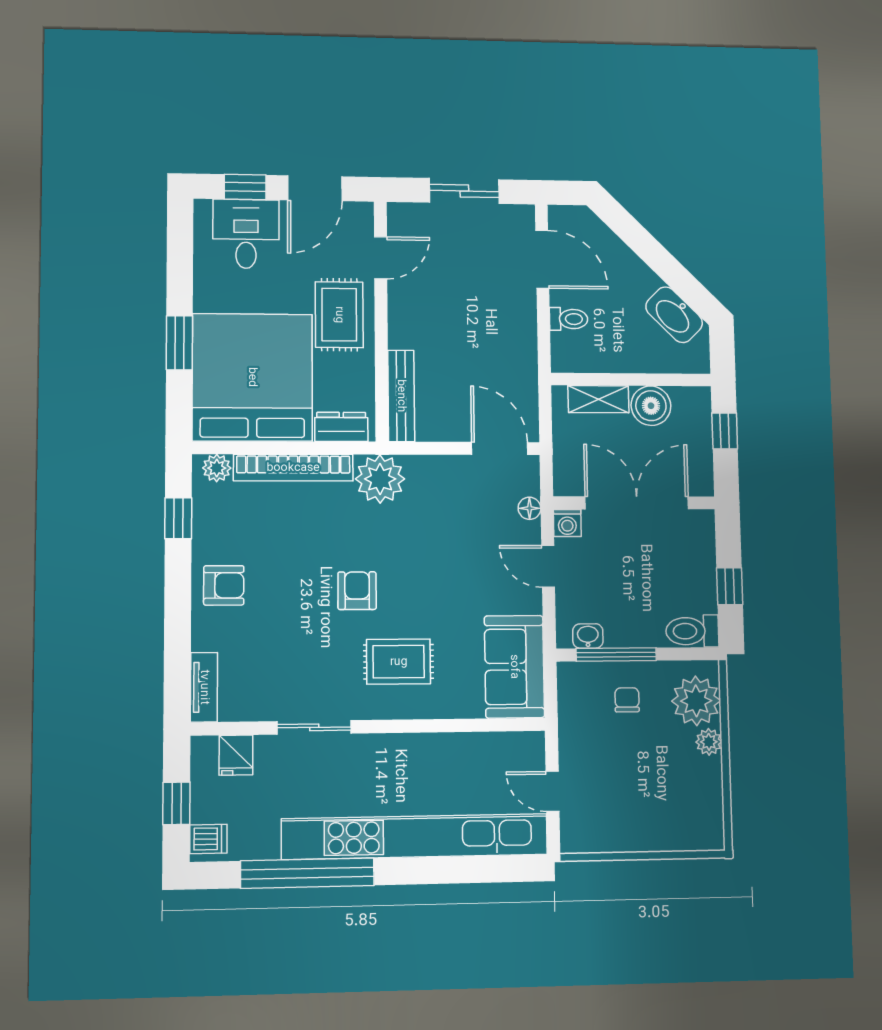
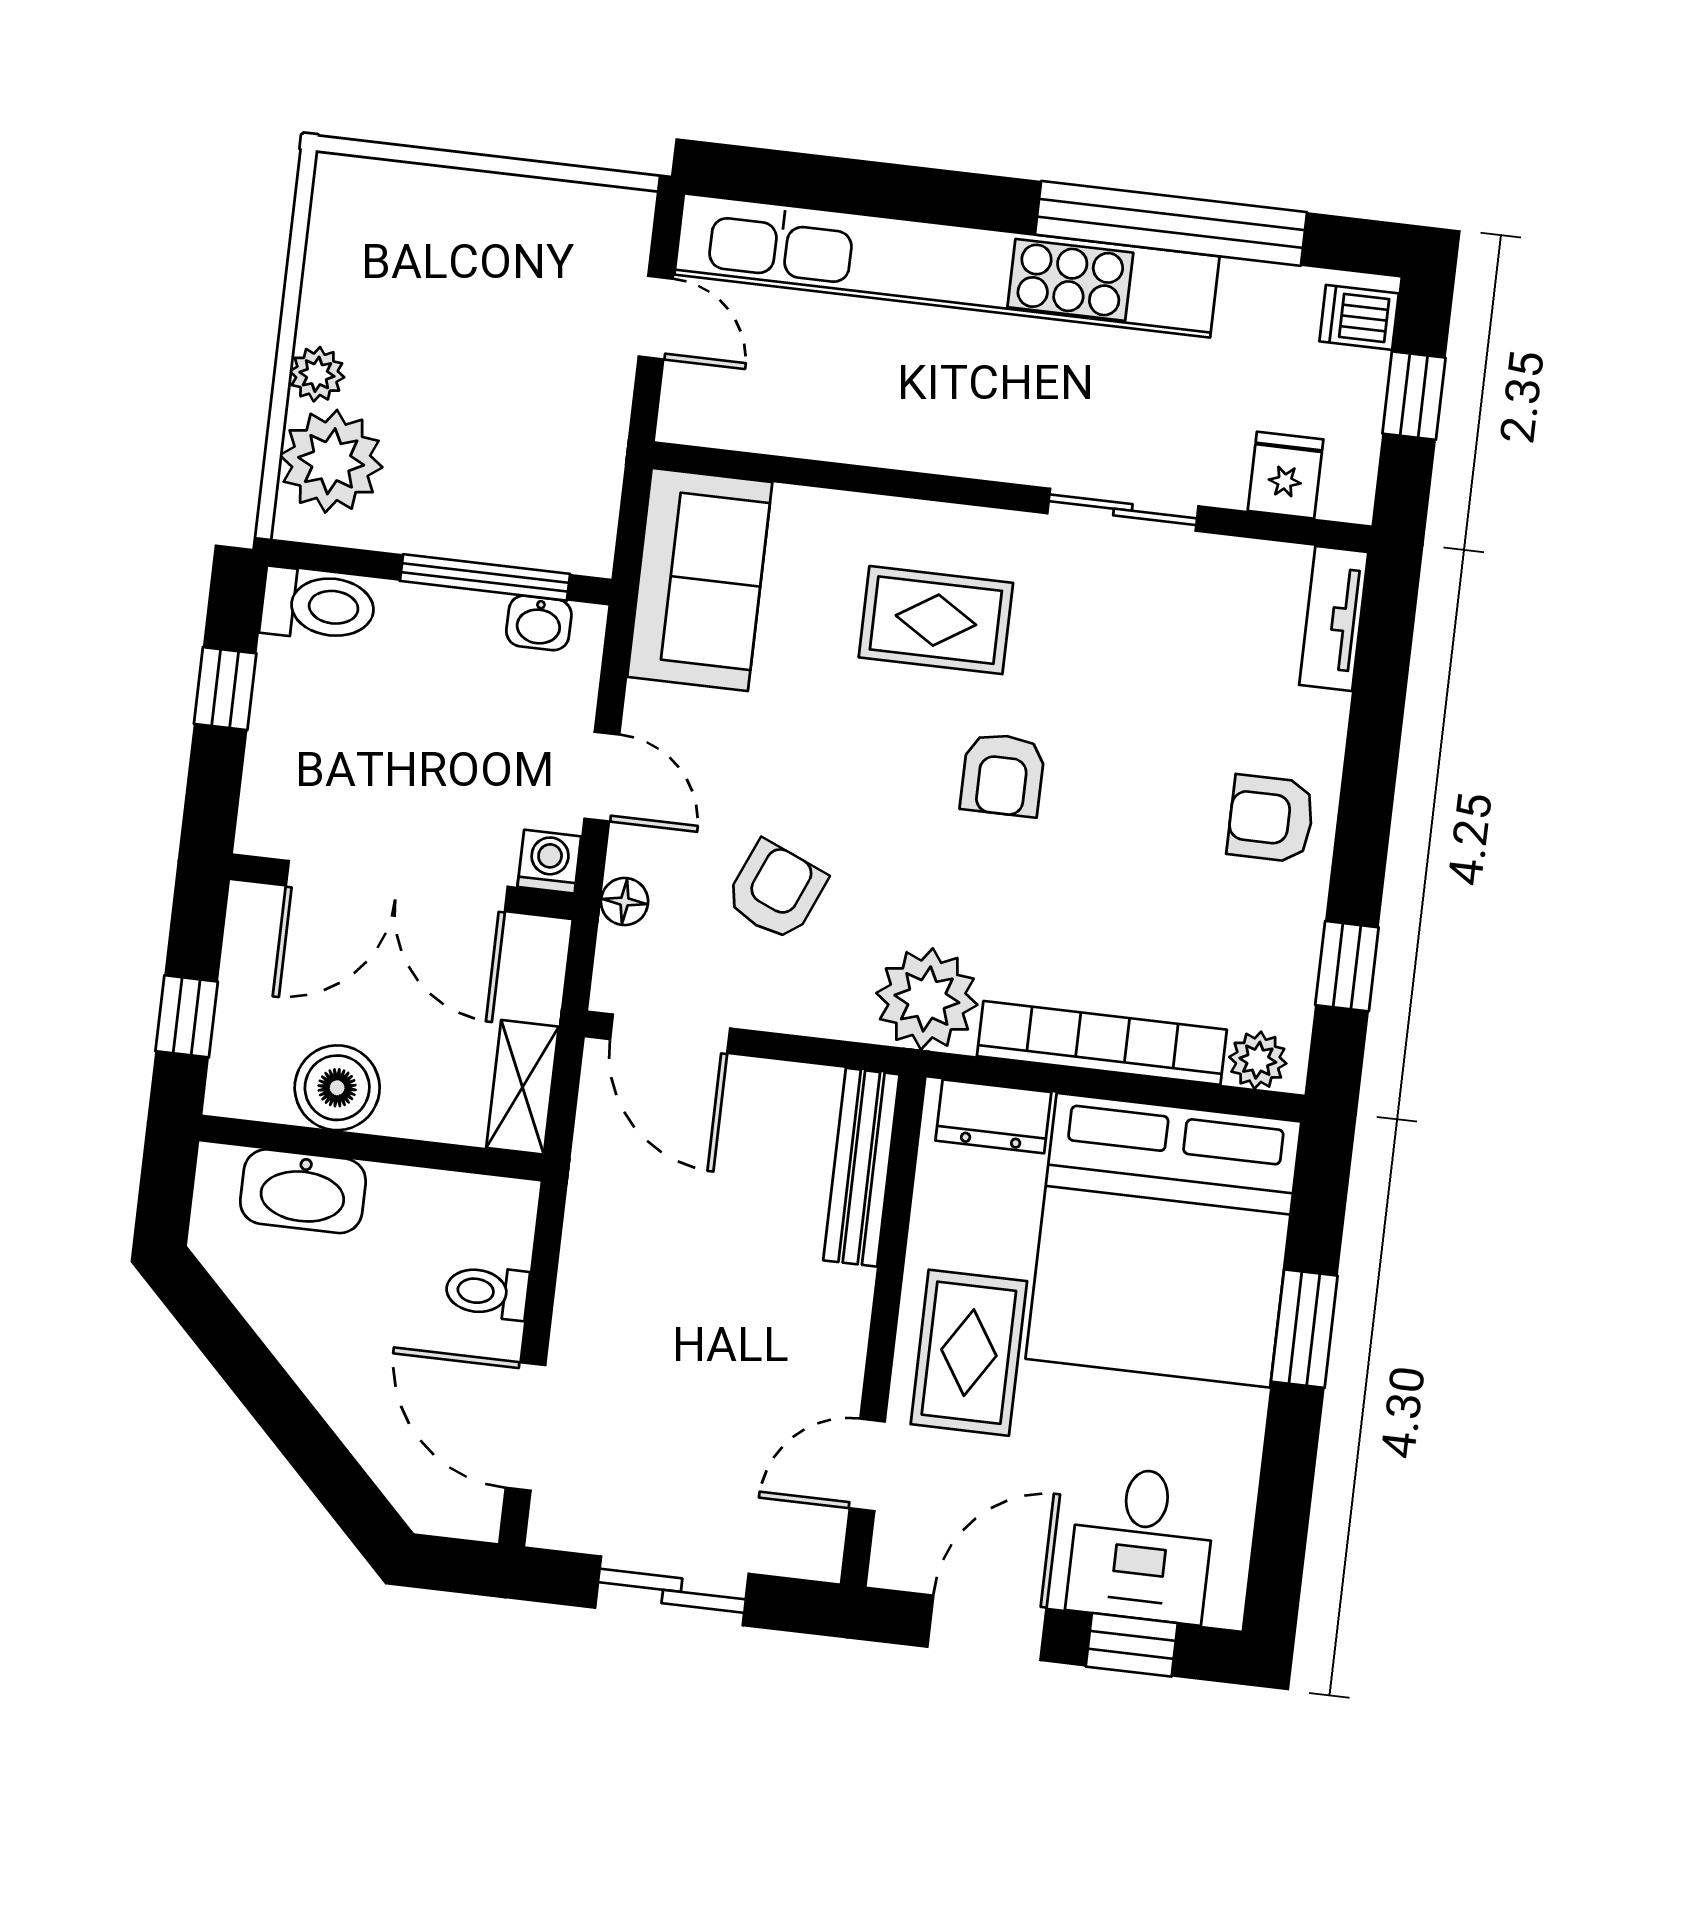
washbasin: (674, 315) -> (303, 1191), moved, turned 135
shelving: (598, 399) -> (523, 1087), moved, turned 90
armchair: (459, 522) -> (776, 891), added
chair: (627, 700) -> (476, 482), removed

